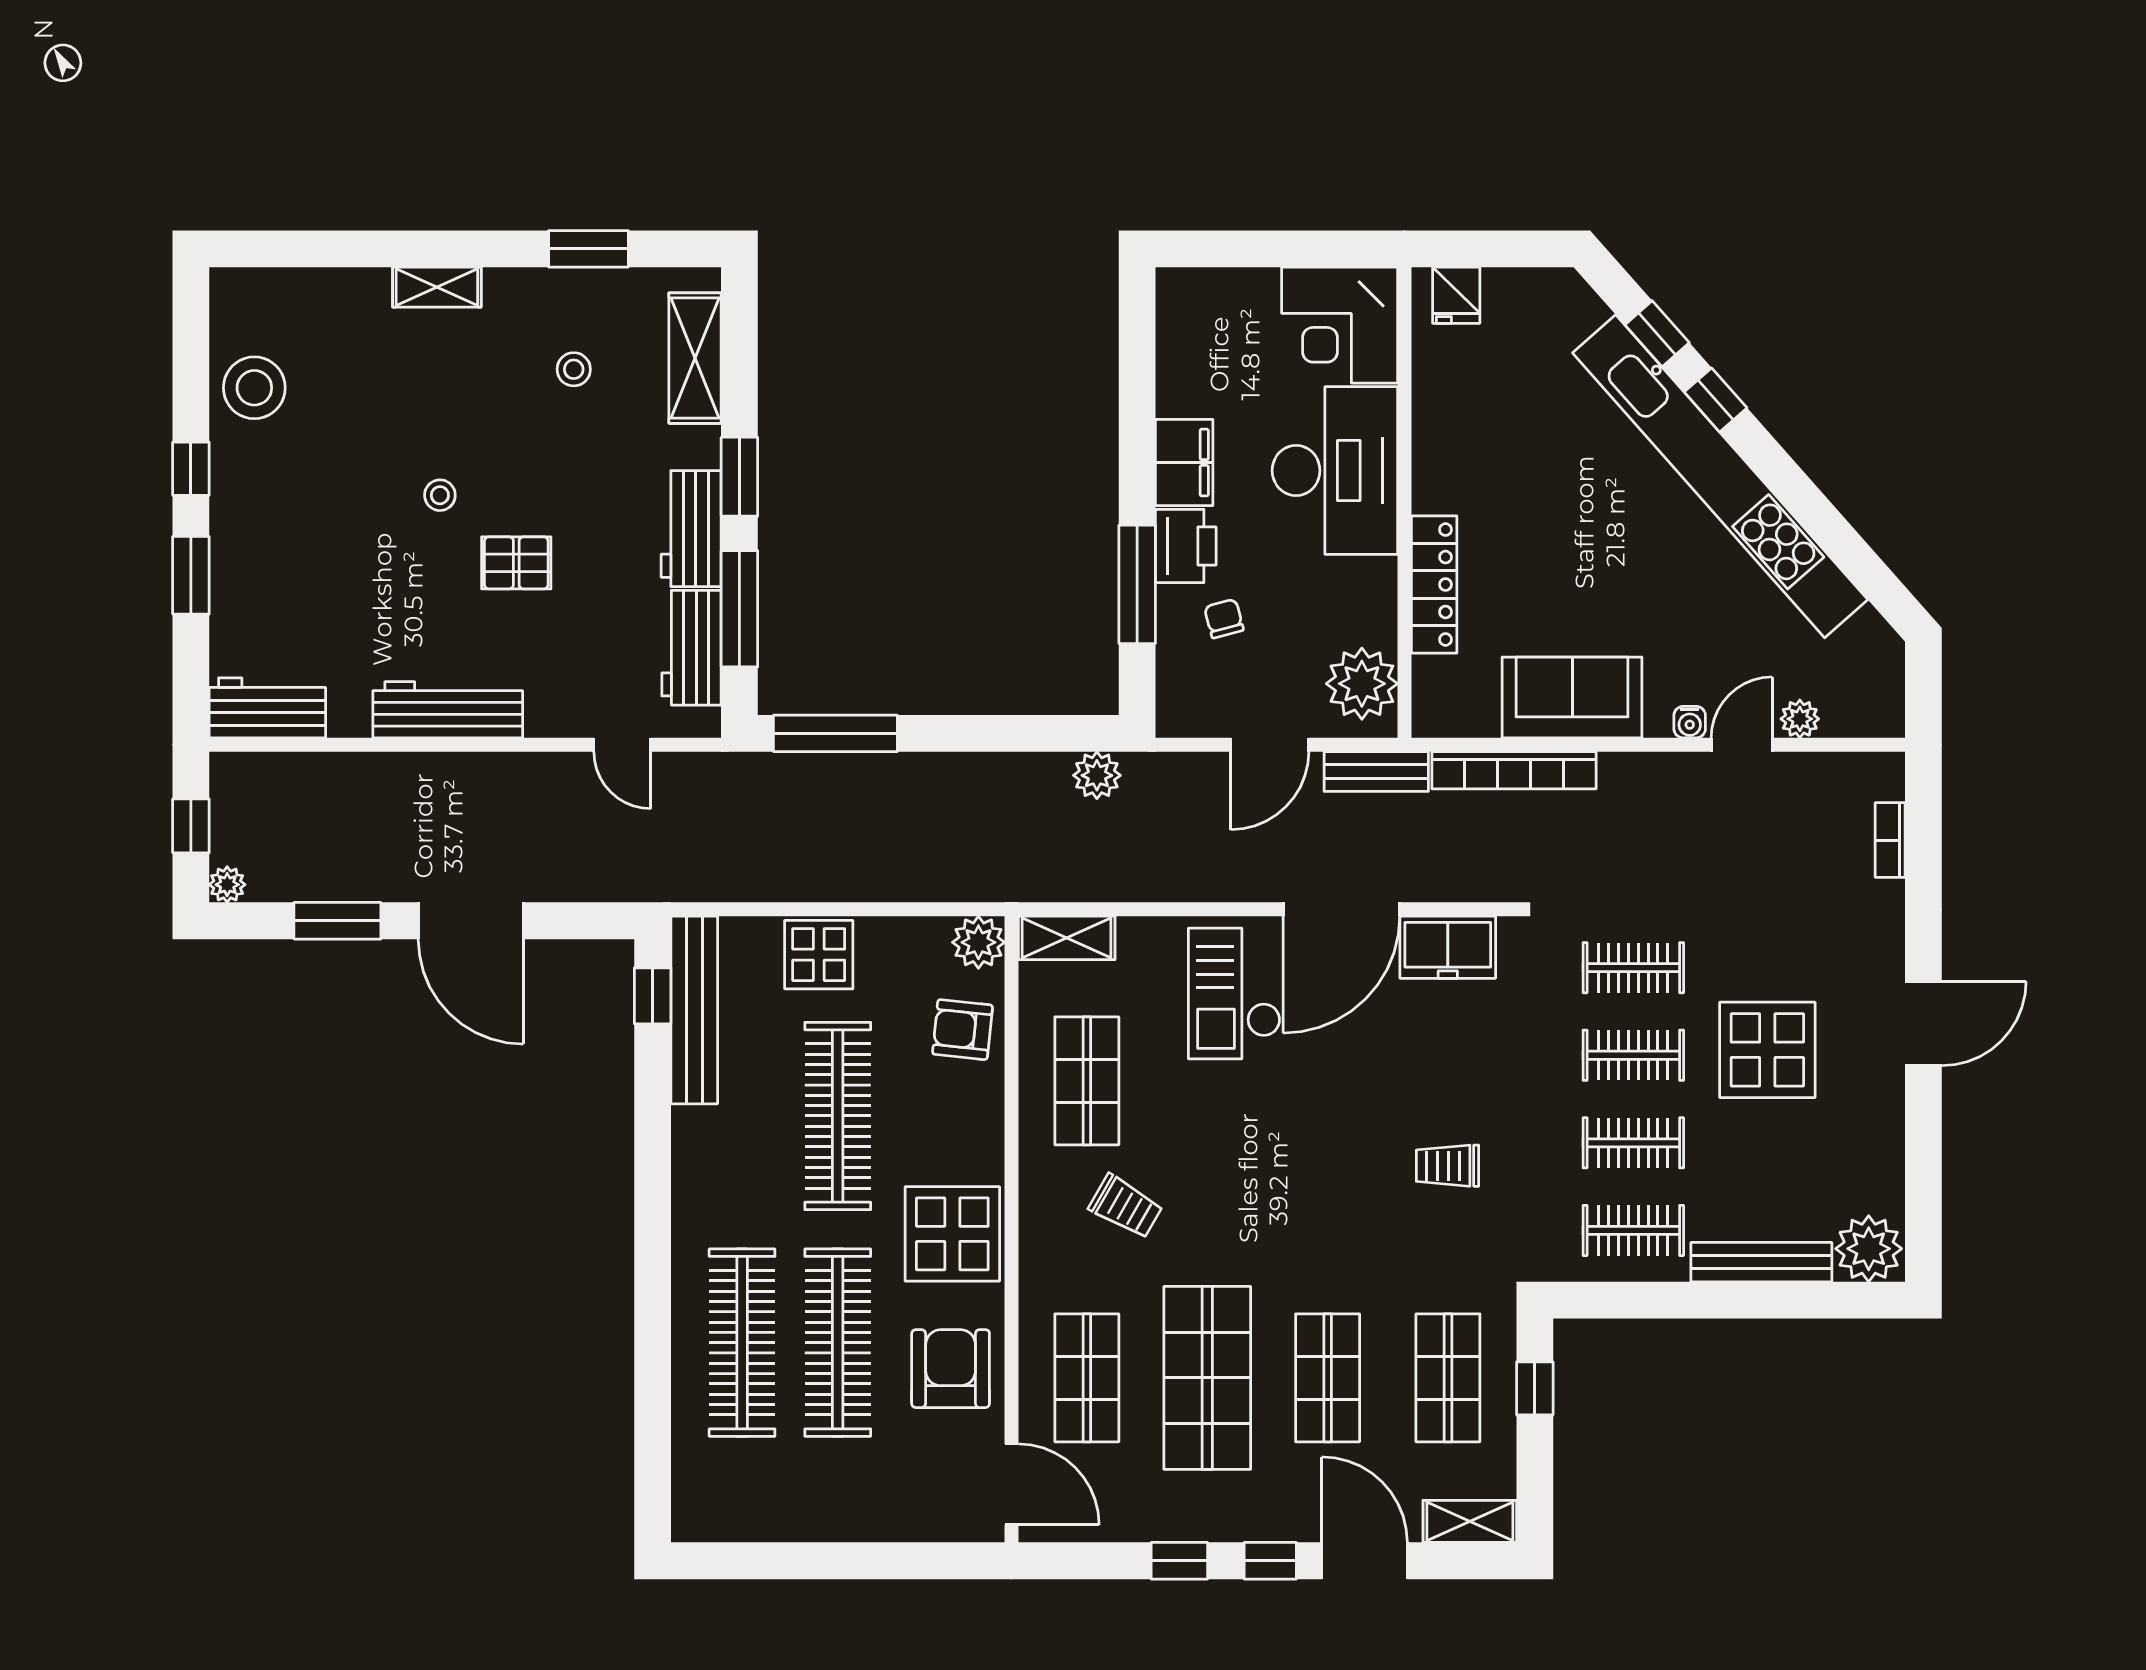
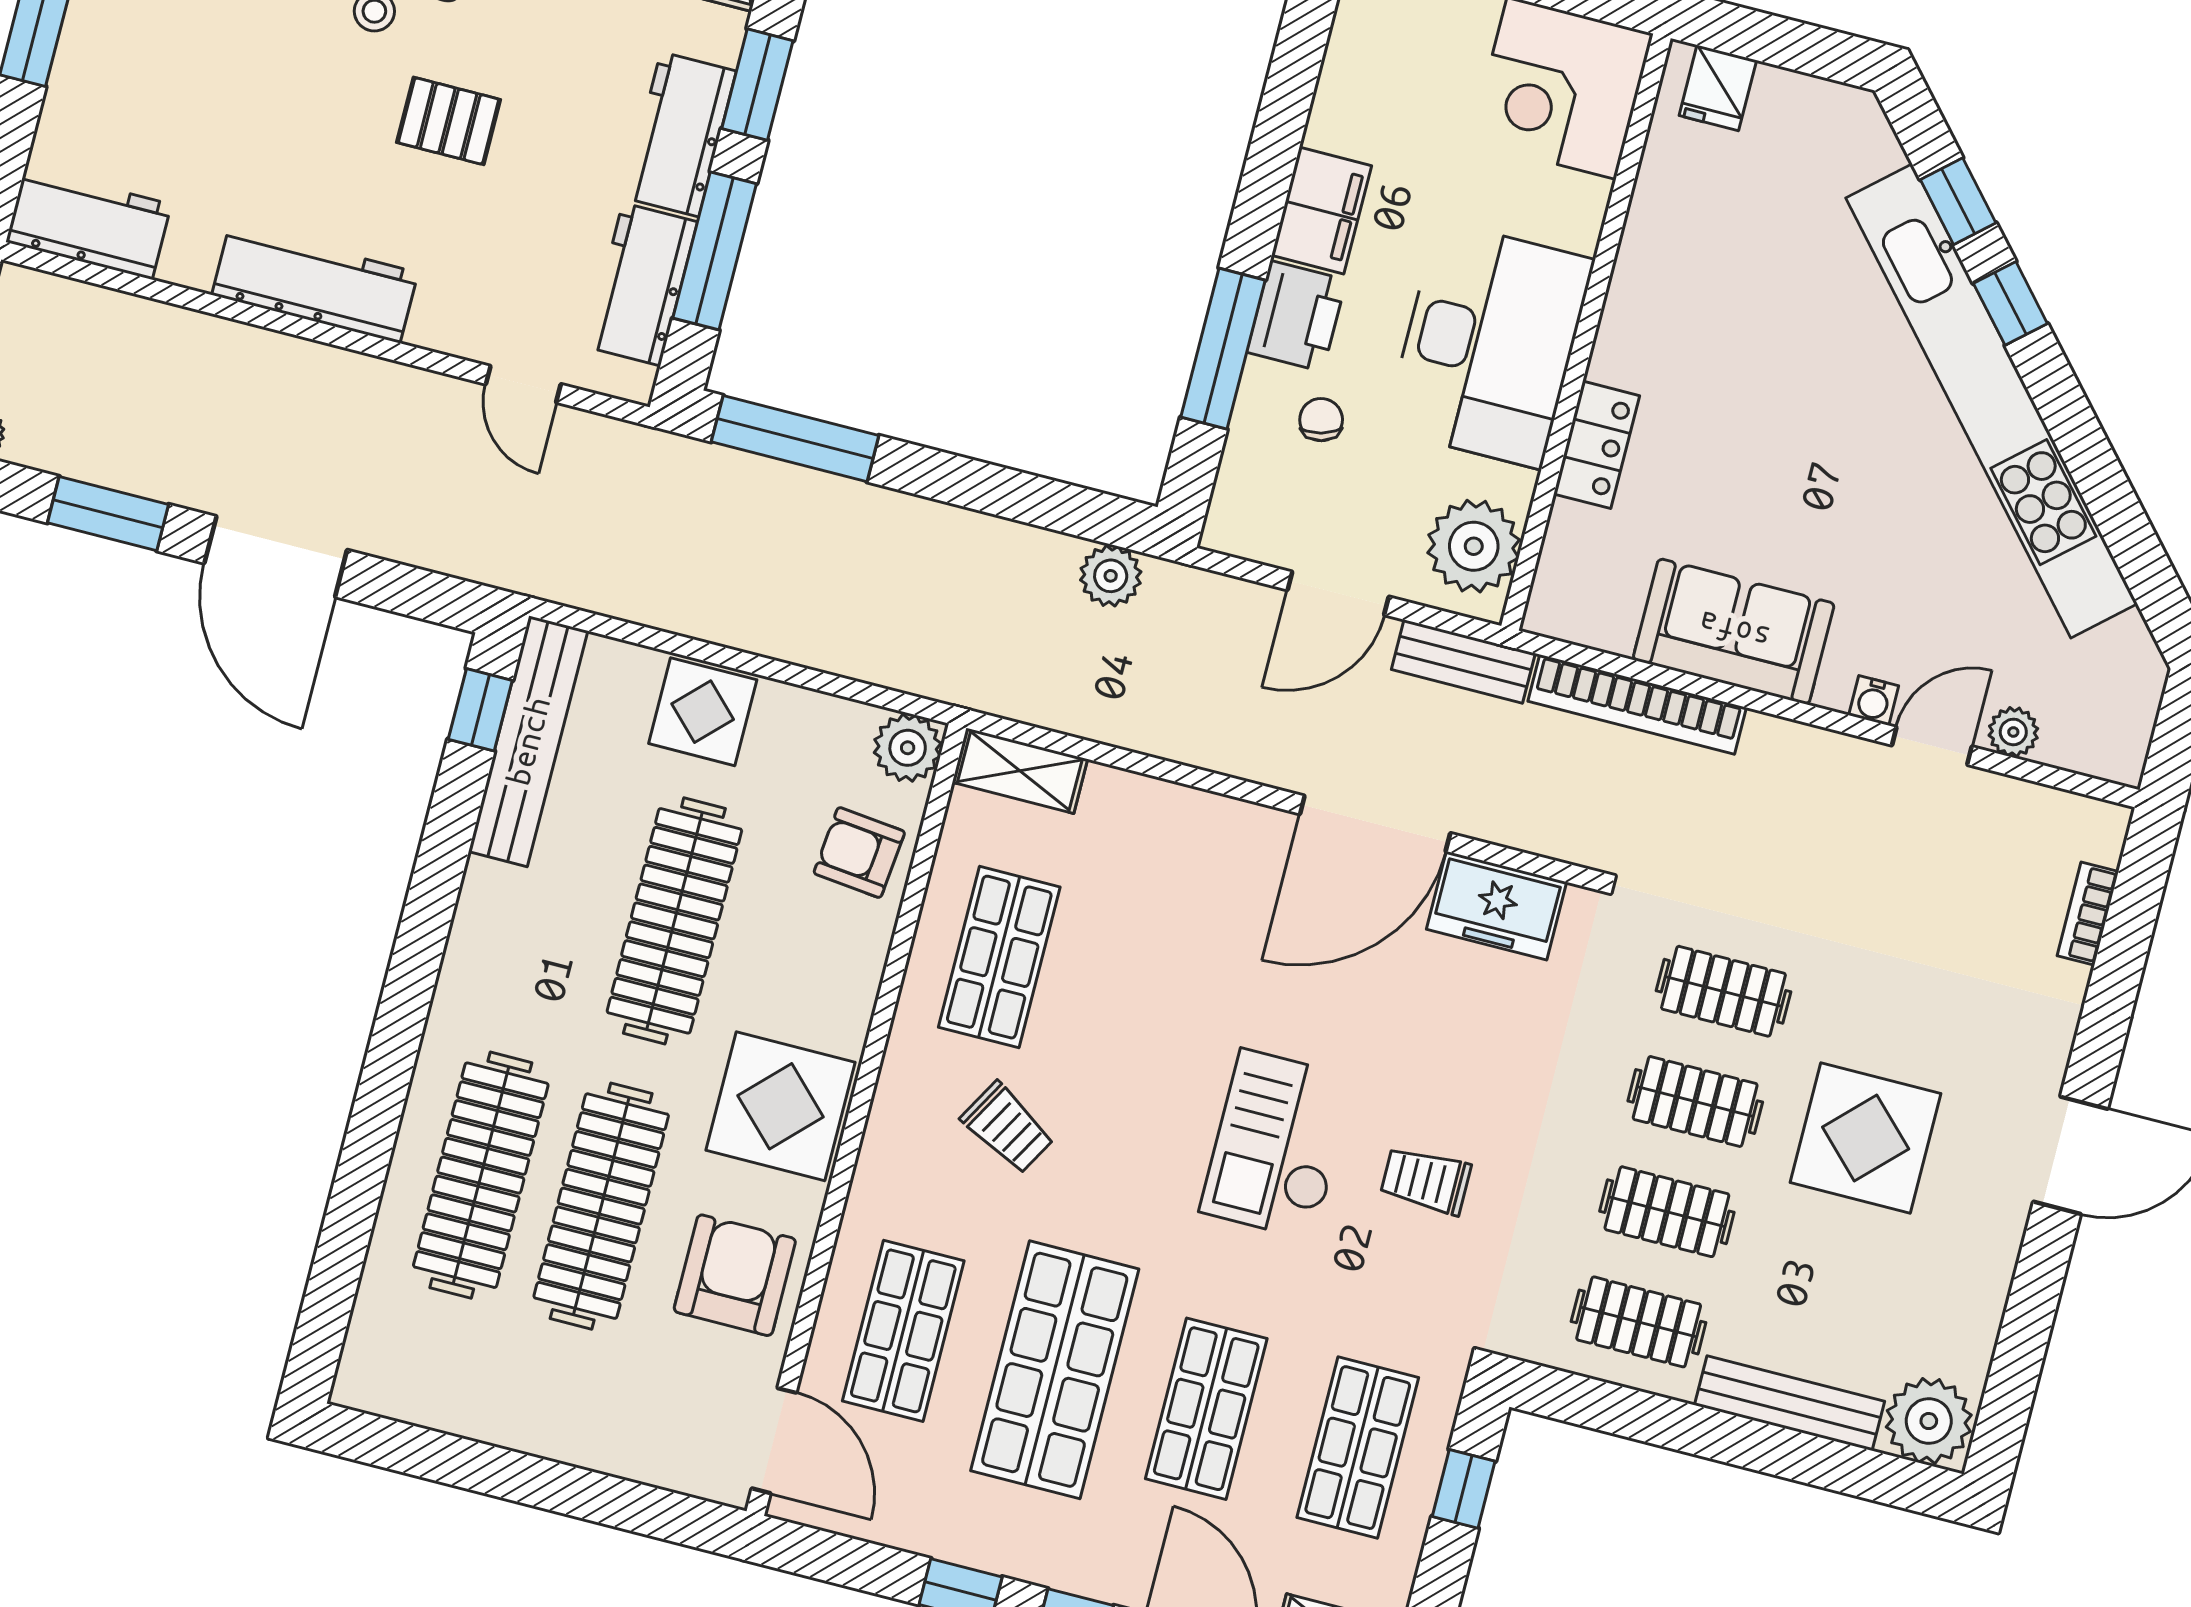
desk: (1335, 471) -> (1489, 345), moved
locker: (1434, 585) -> (1597, 445), width x0.66
checkout: (1234, 994) -> (1277, 1145), moved

